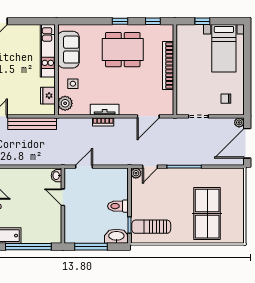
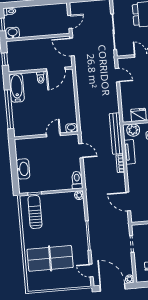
tv unit: (105, 110) -> (130, 152), moved
bench: (32, 124) -> (116, 134), moved
door: (150, 167) -> (91, 271), moved
toilet: (118, 206) -> (77, 180), moved
washbasin: (116, 236) -> (23, 169), moved
window: (91, 247) -> (14, 162), removed

